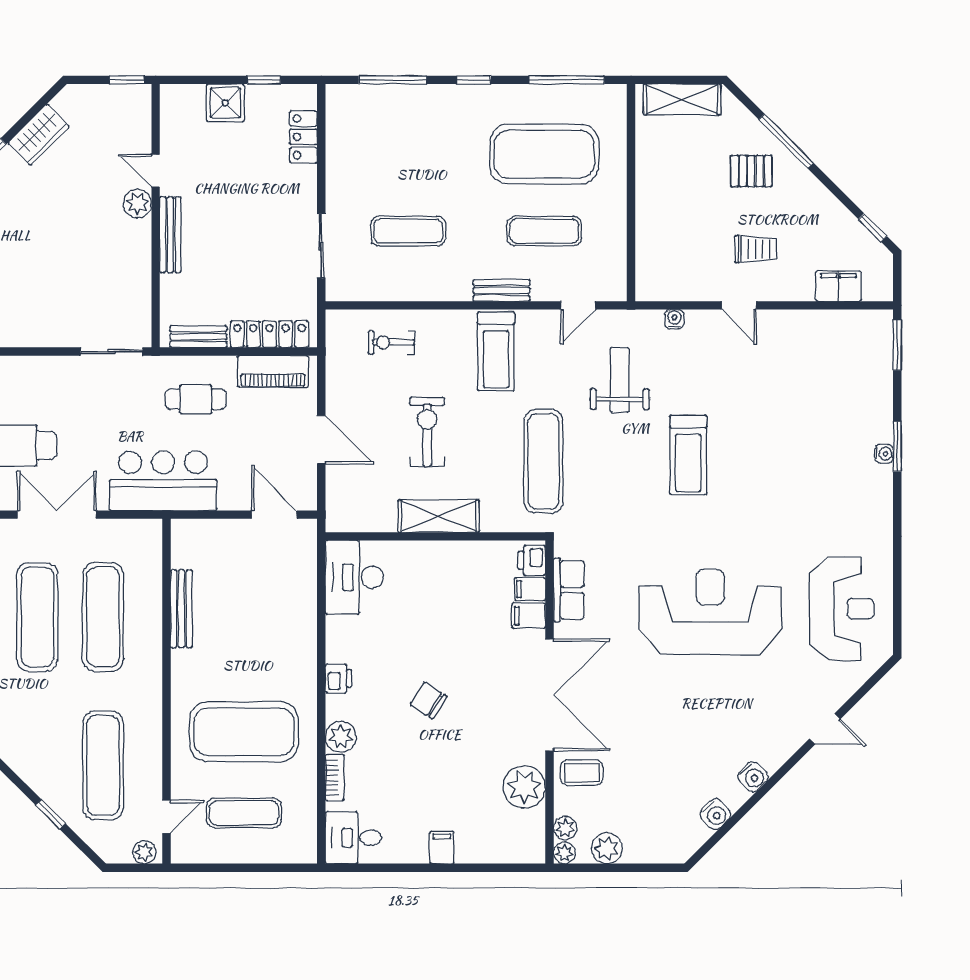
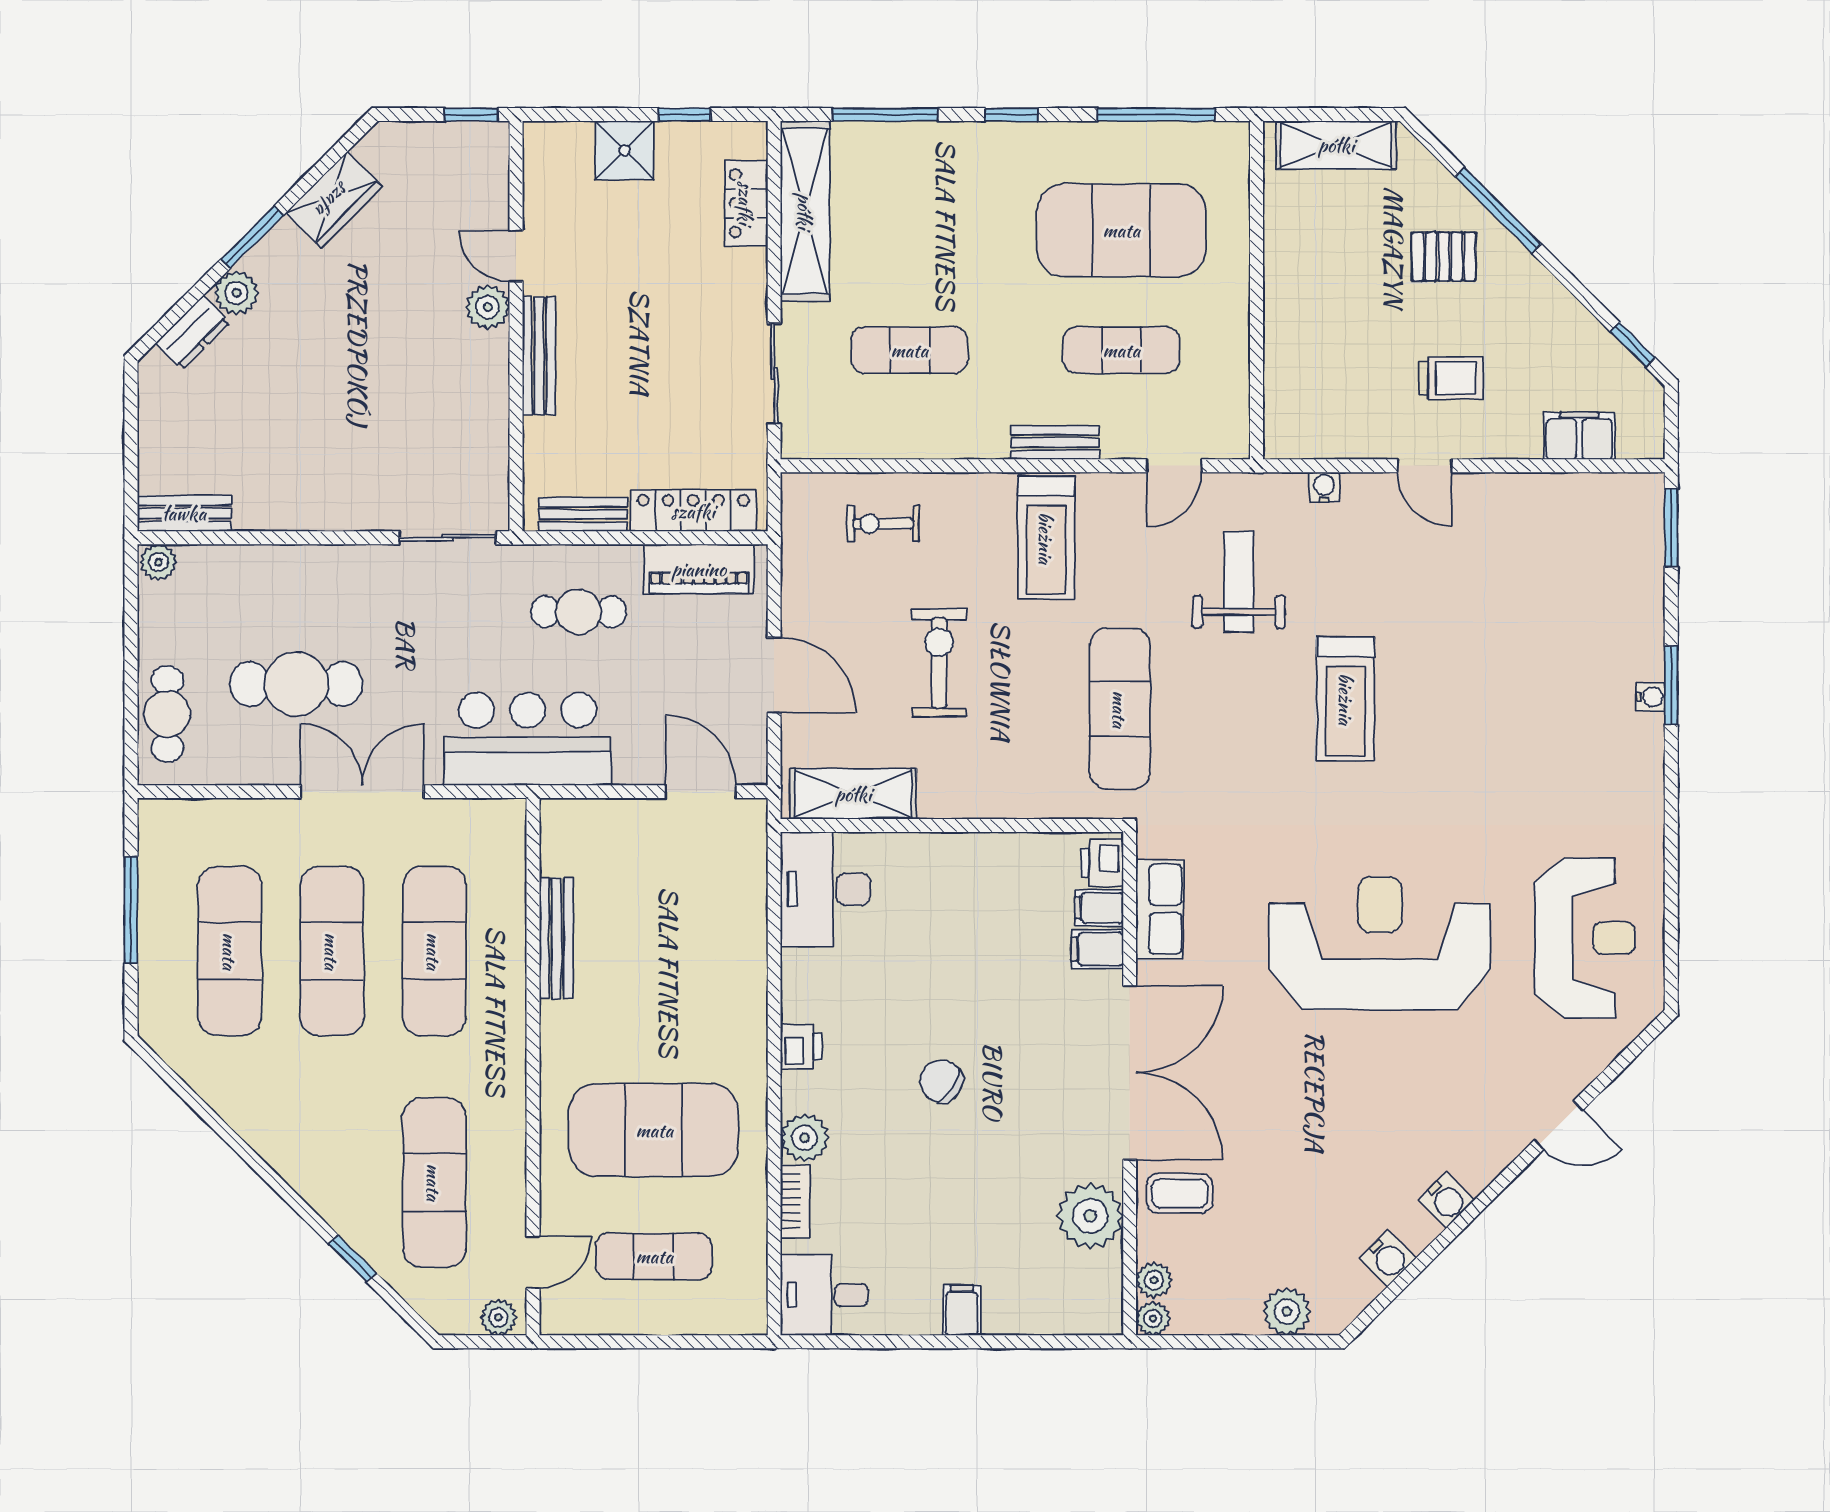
shelving: (341, 142) -> (805, 211), added
shelving: (439, 516) -> (853, 794), moved
plant: (607, 848) -> (1287, 1311), moved

